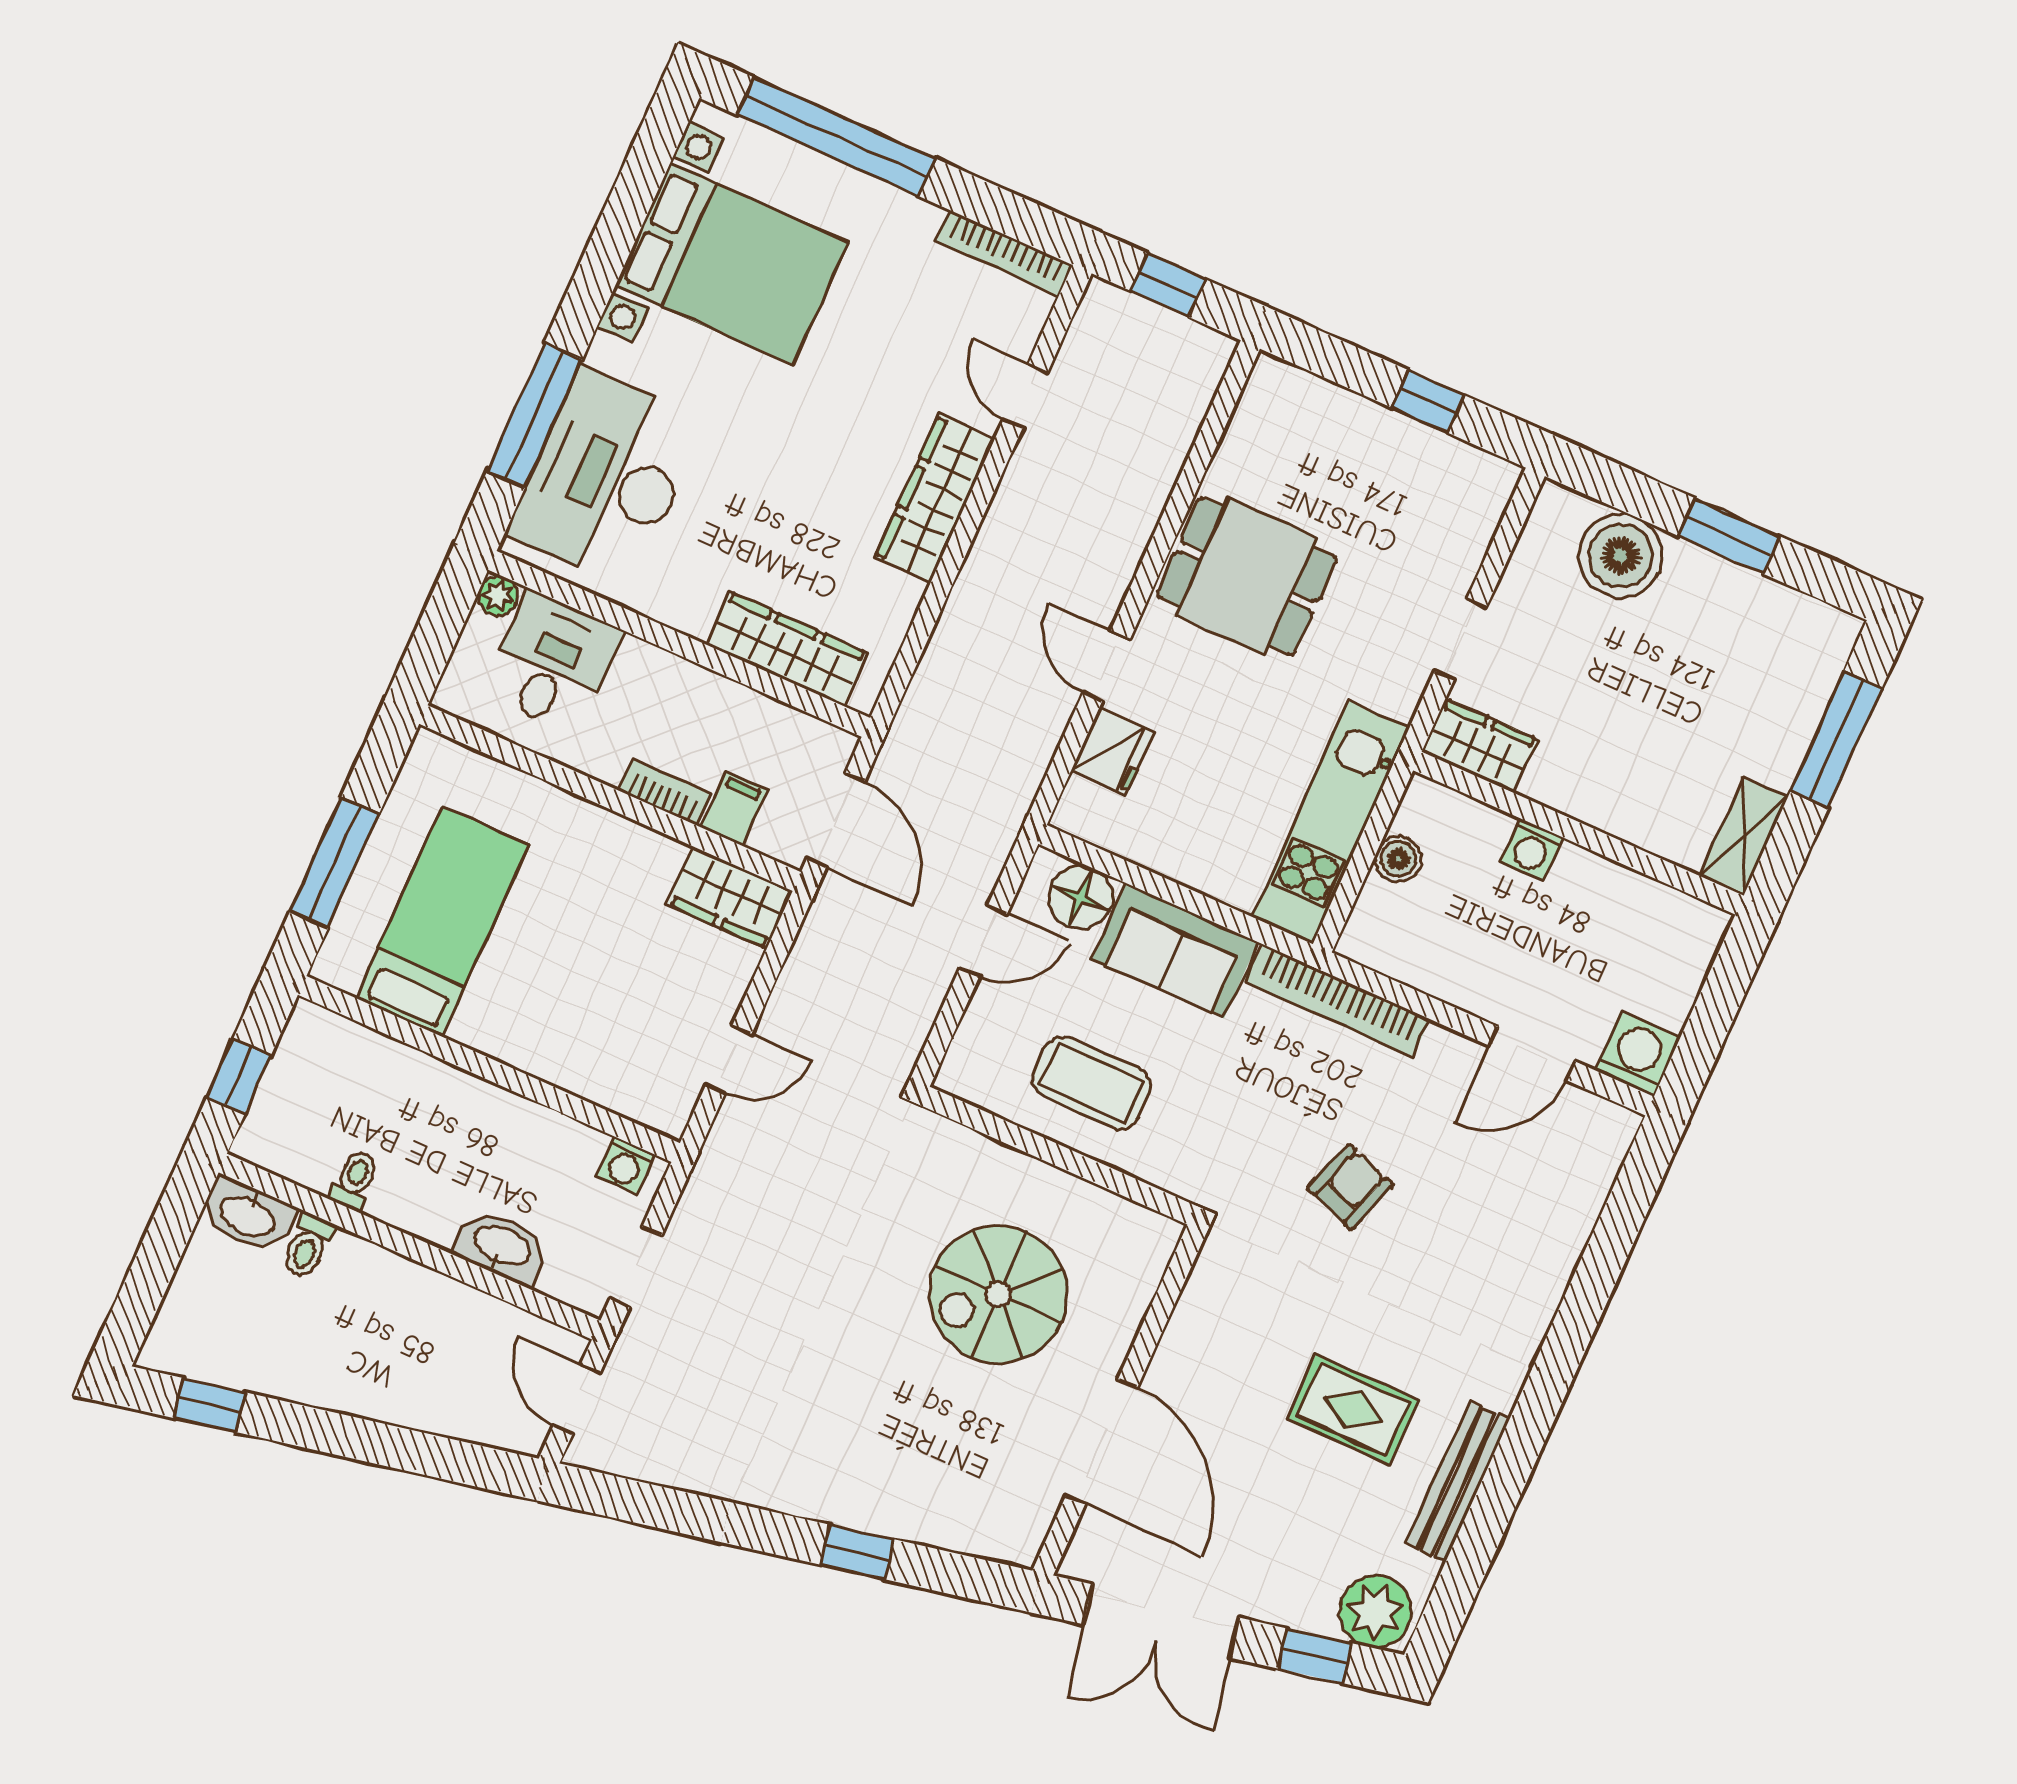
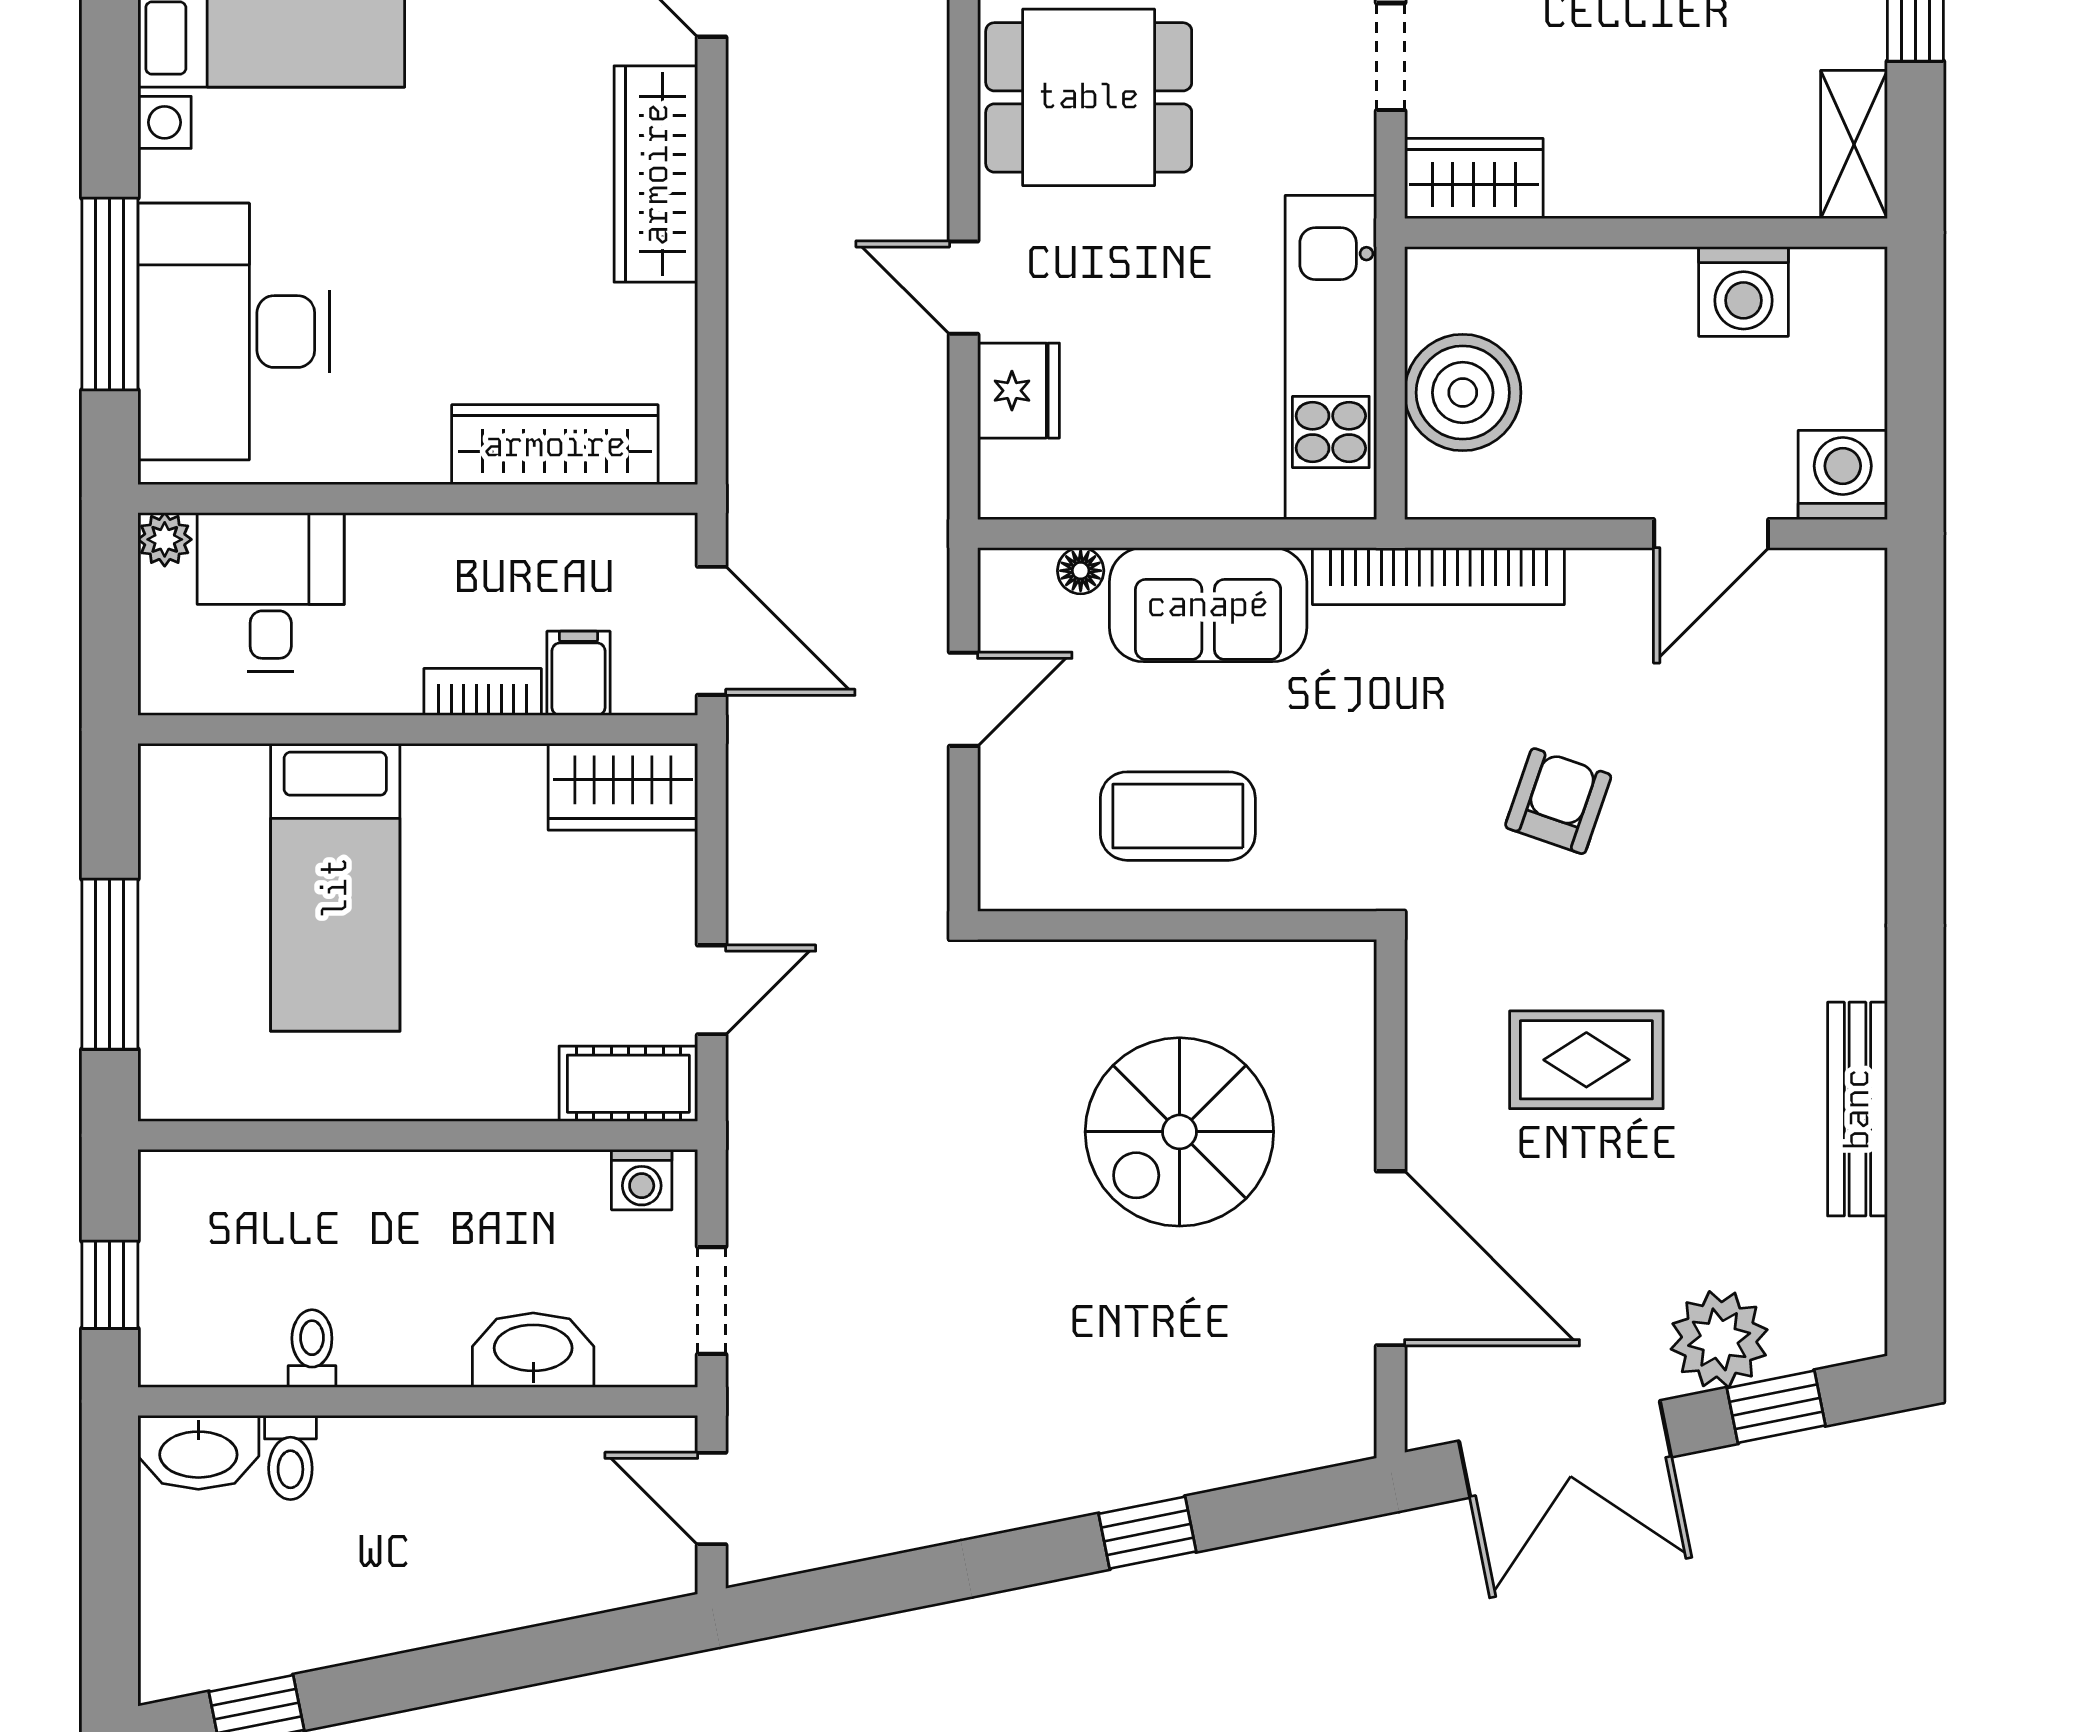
washing machine: (1532, 850) -> (1744, 291), moved, width x1.38, depth x1.38
boiler: (1398, 859) -> (1463, 393), width x1.86, depth x1.86
floor lamp: (1080, 898) -> (1081, 571), width x0.53, depth x0.53
bed: (442, 922) -> (335, 887), moved, turned 180
cot: (645, 1097) -> (628, 1084), added
rug: (1353, 1409) -> (1586, 1060), moved
plant: (1375, 1612) -> (1719, 1339), moved

